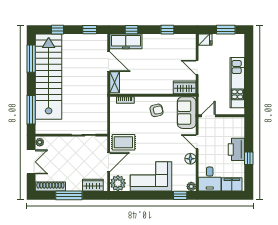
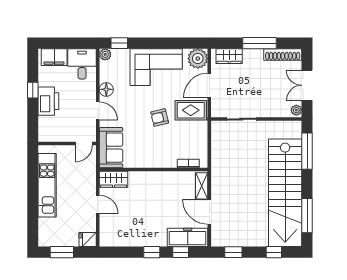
window: (167, 30) -> (152, 252), moved
armchair: (157, 110) -> (160, 118), moved

